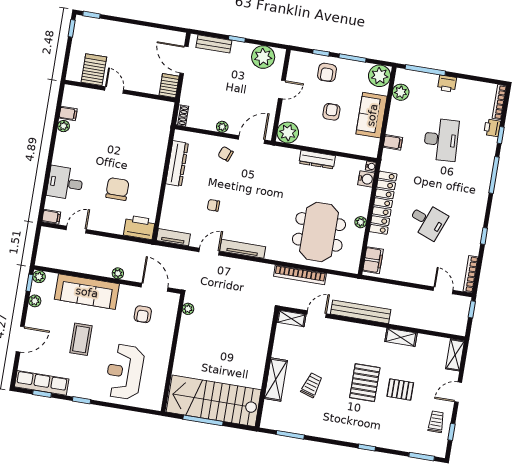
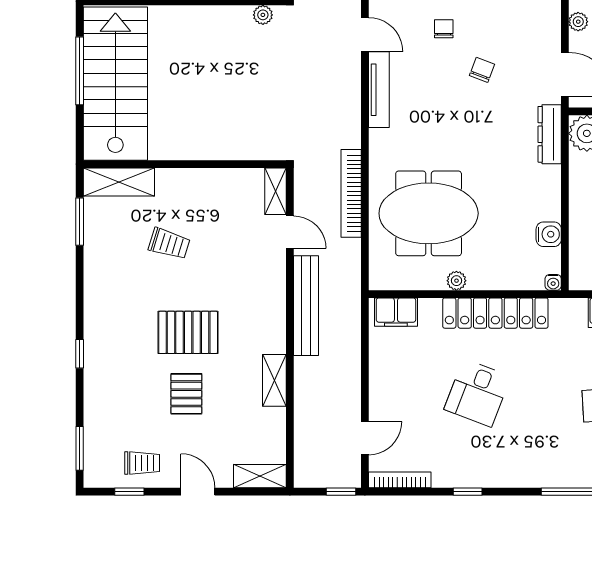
chair: (226, 154) -> (482, 70), moved
dresser: (317, 160) -> (550, 134), moved
water cooler: (366, 179) -> (549, 234), moved, turned -90
shelving: (276, 380) -> (119, 182), moved

